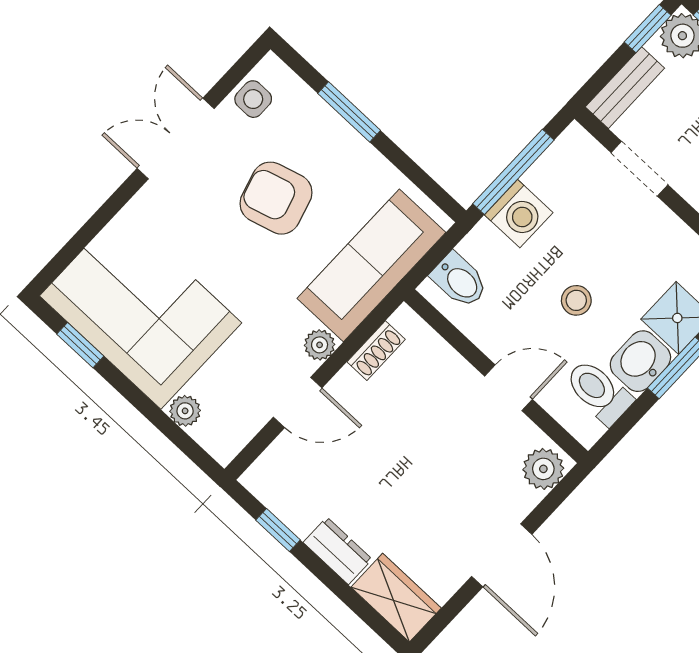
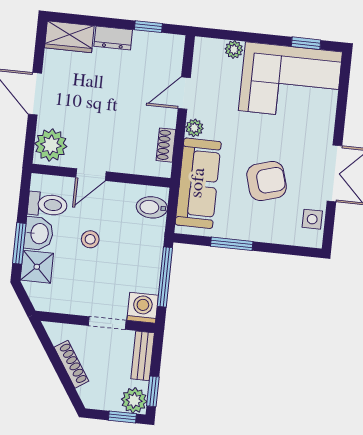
window: (349, 112) -> (232, 244), moved
washing machine: (519, 214) -> (143, 308), moved, turned 90
plant: (543, 469) -> (51, 145), width x1.36, depth x1.36

